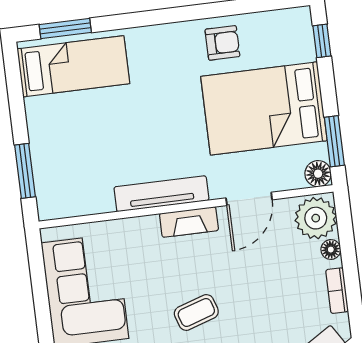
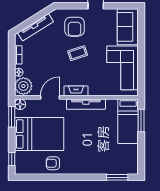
bed: (73, 66) -> (128, 121), moved, turned -90

